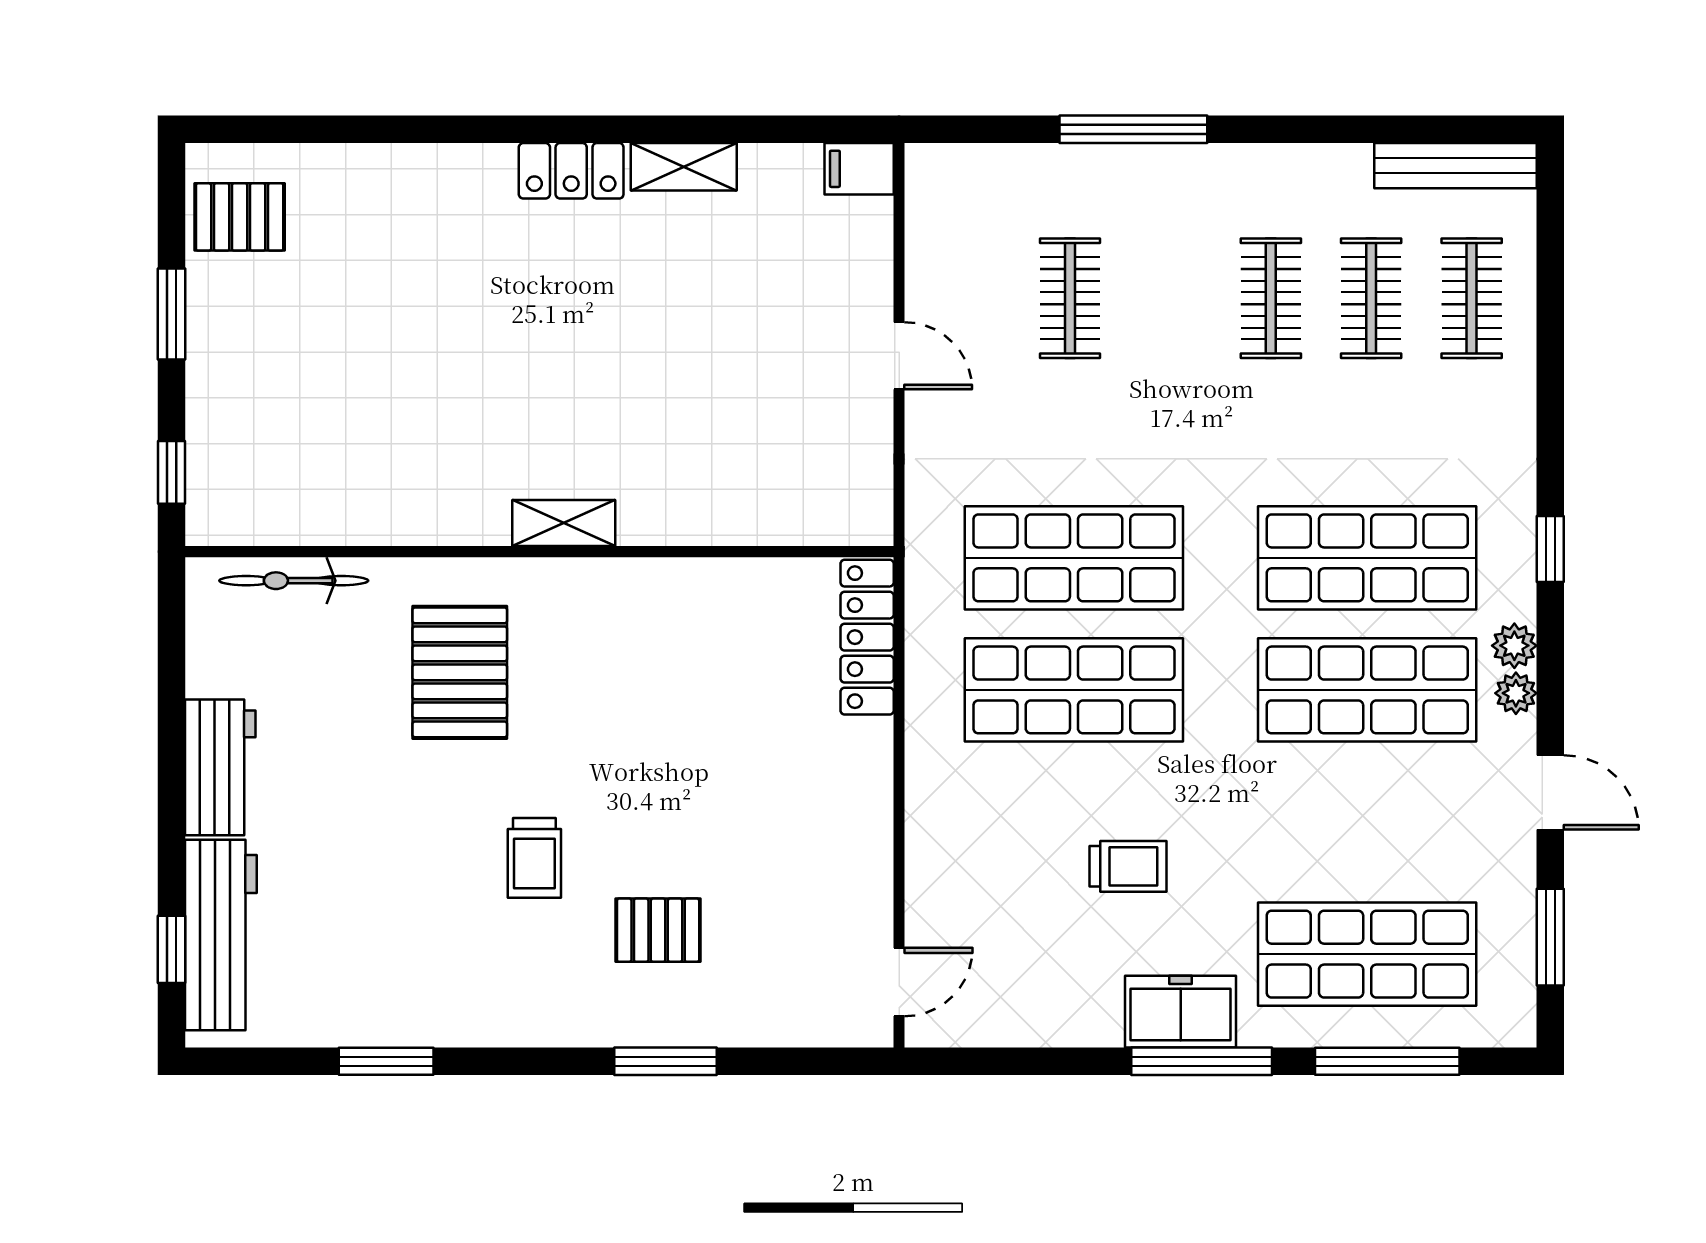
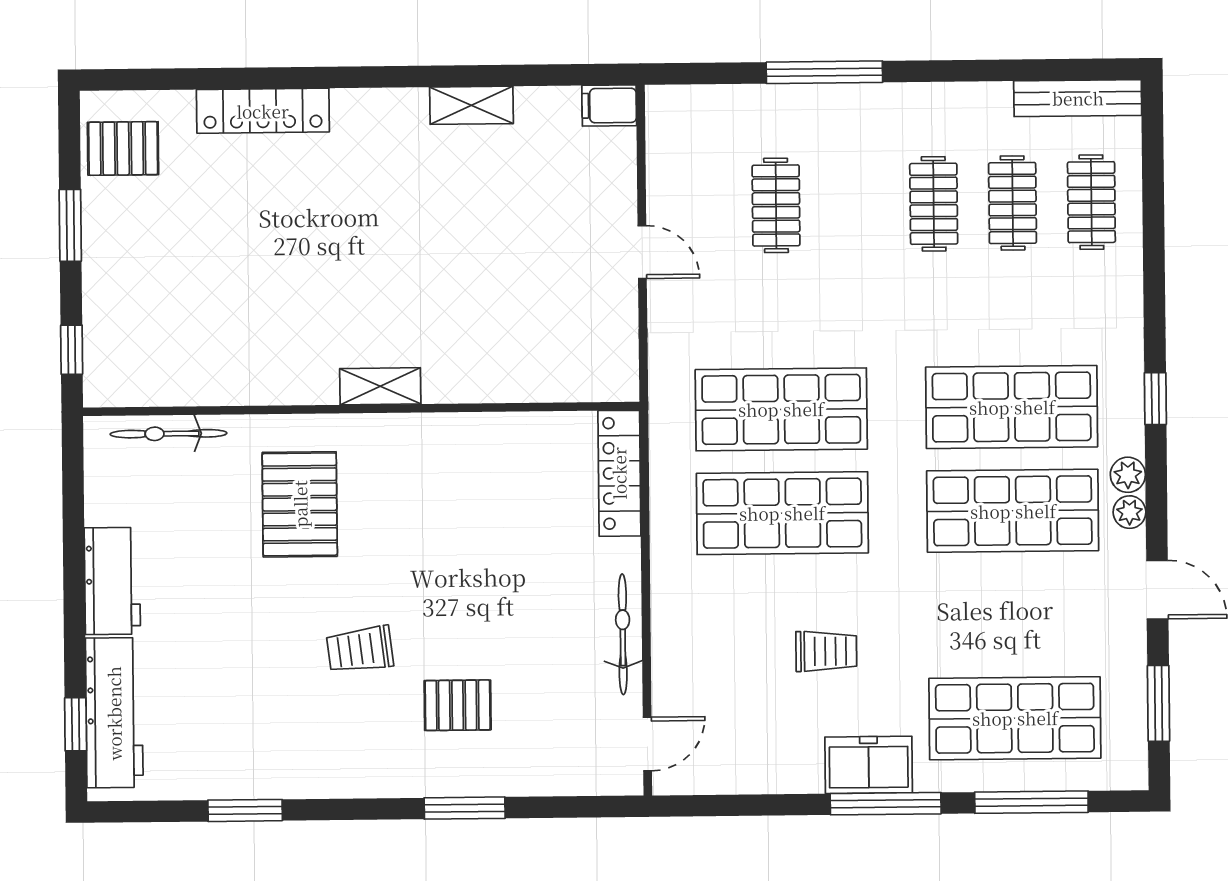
locker: (571, 171) -> (263, 111), moved, width x1.53
bicycle: (869, 842) -> (623, 634), added
trolley: (534, 858) -> (360, 649), turned 83

